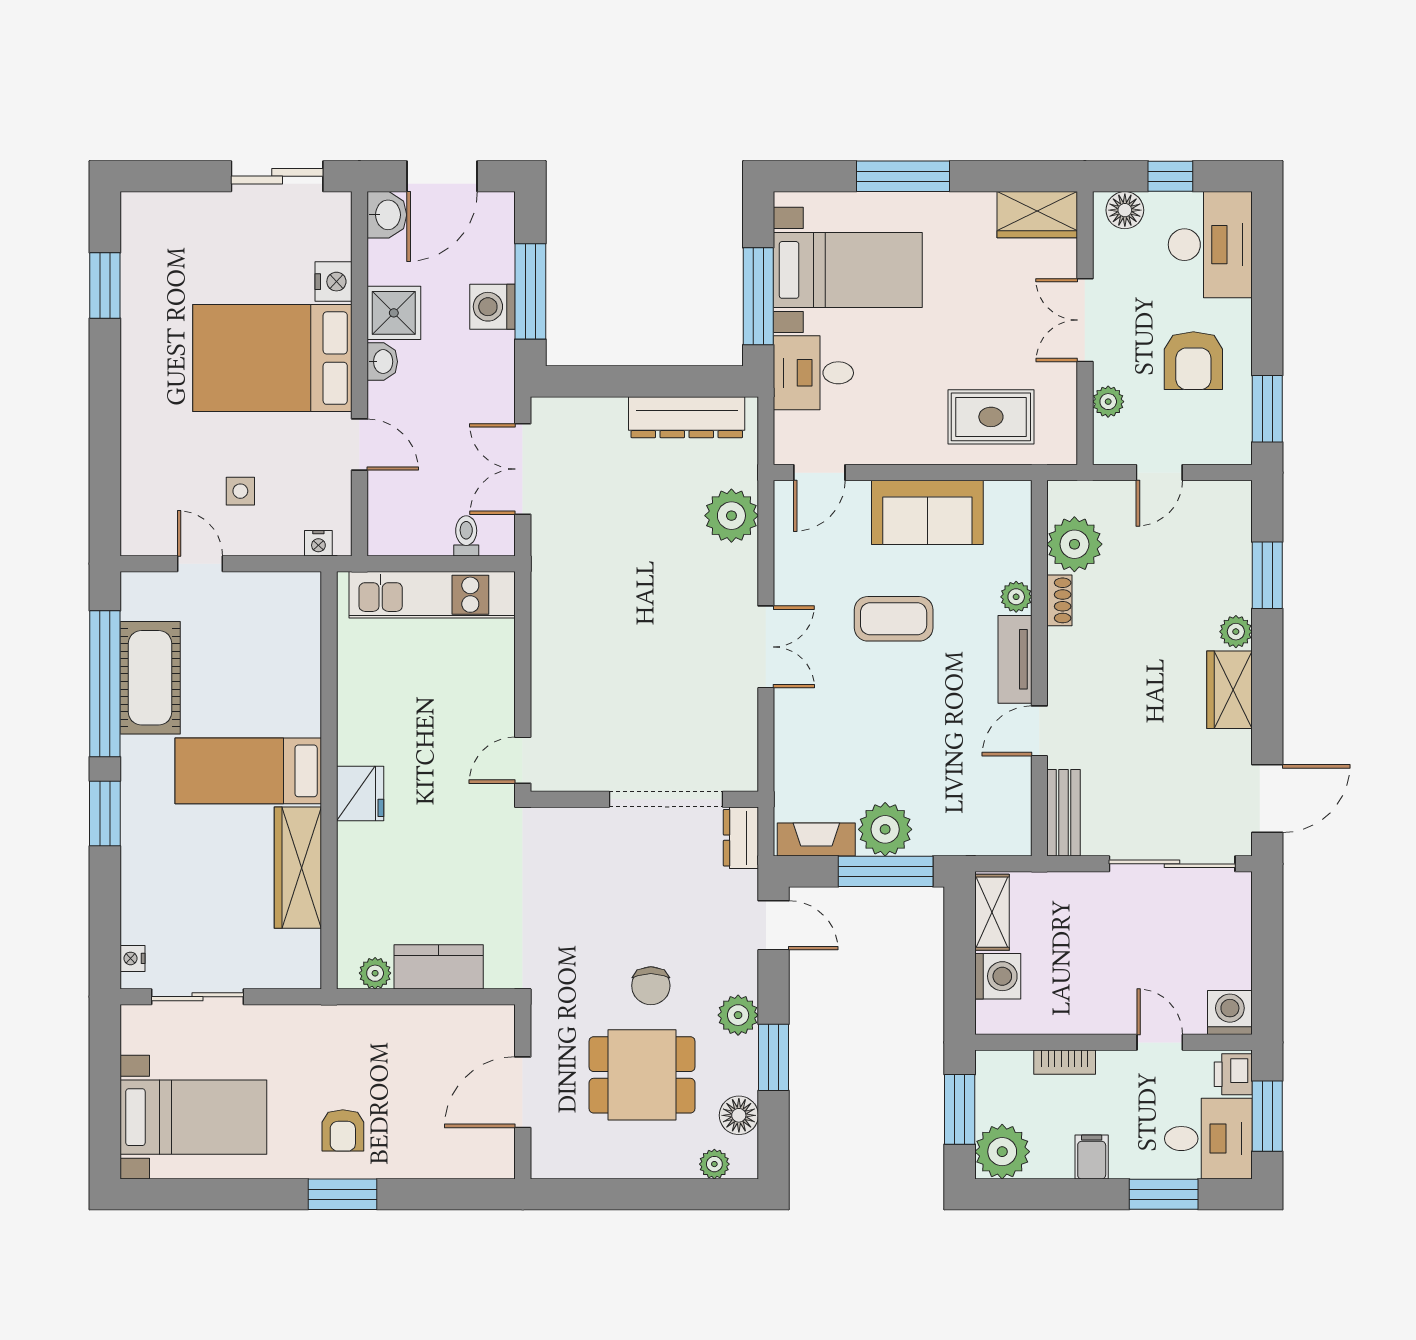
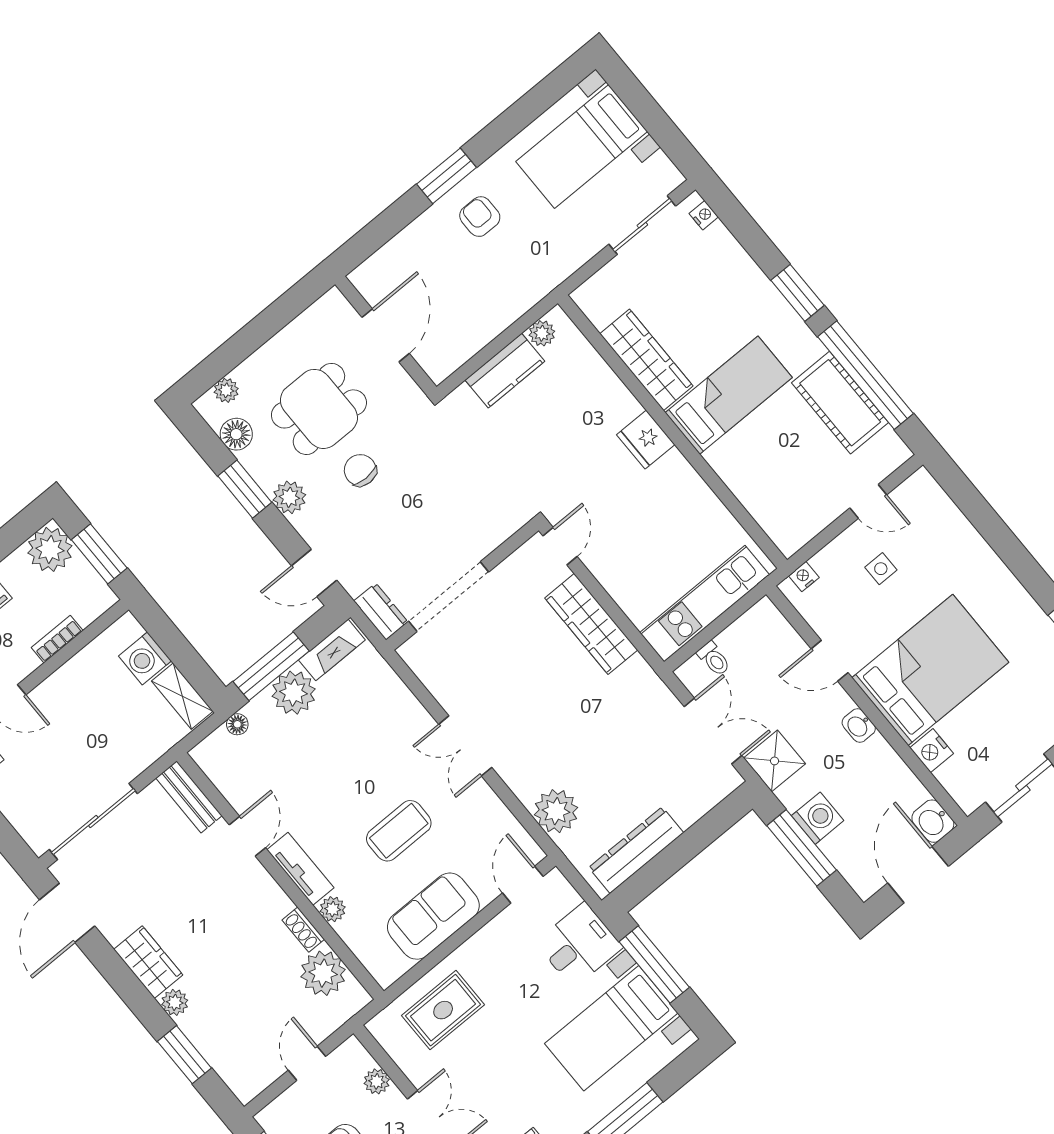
shower: (394, 313) -> (774, 761), moved
wardrobe: (554, 663) -> (591, 624), added
floor lamp: (962, 843) -> (237, 724), added

